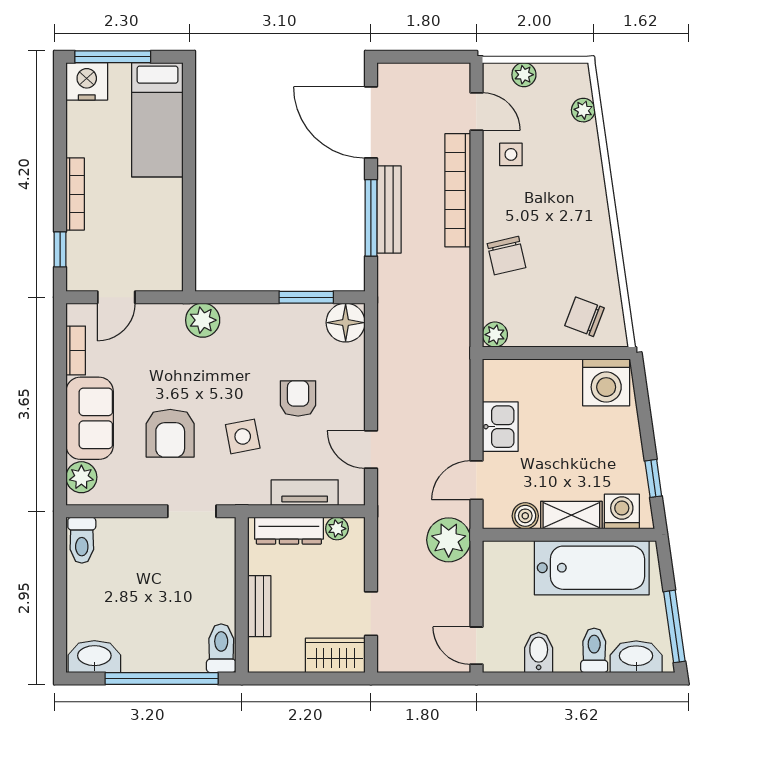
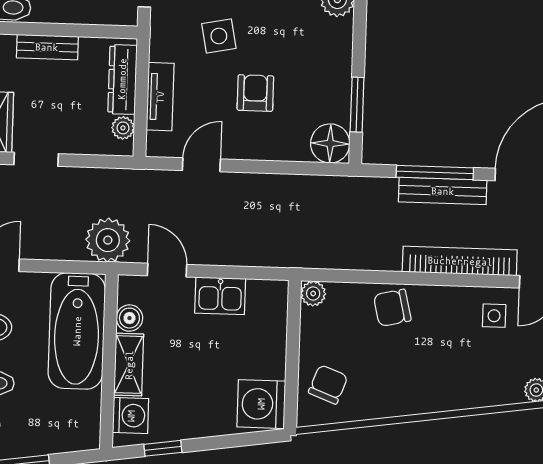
armchair: (298, 398) -> (255, 93), turned -90
bathtub: (592, 568) -> (77, 331), moved

